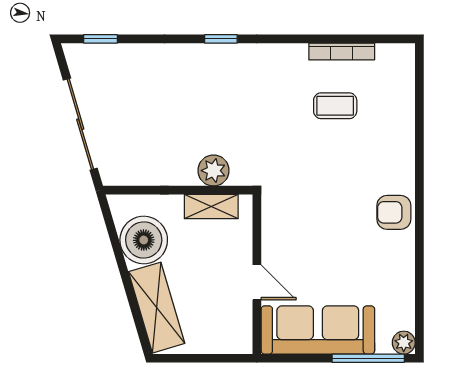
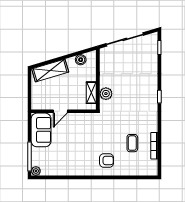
armchair: (394, 212) -> (106, 160), moved, turned 90
boiler: (144, 240) -> (81, 60), width x0.54, depth x0.54
sofa: (318, 330) -> (41, 130), width x0.73

